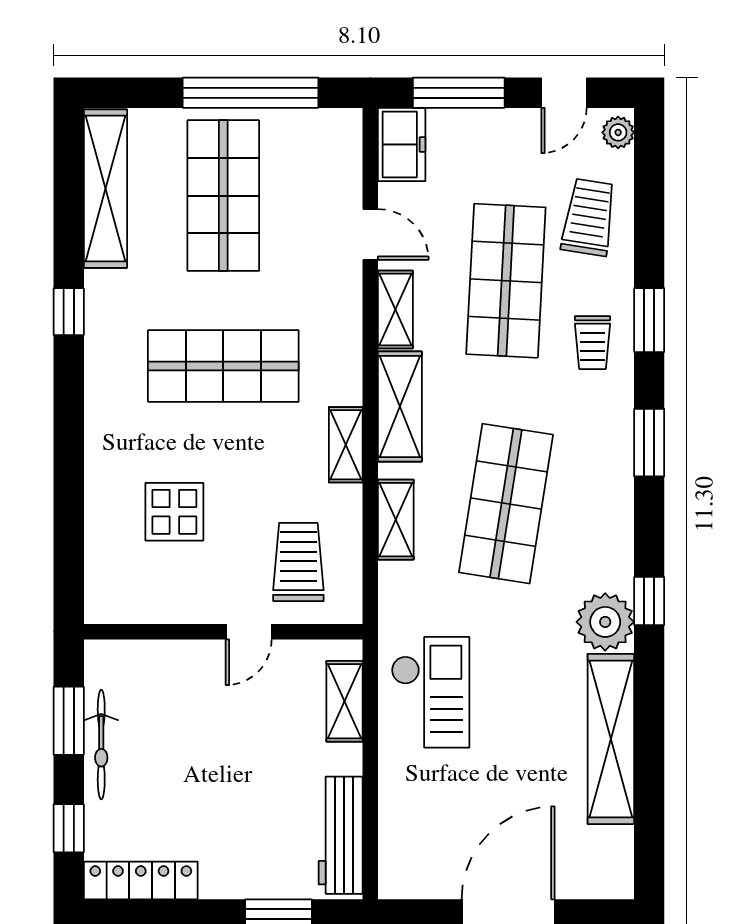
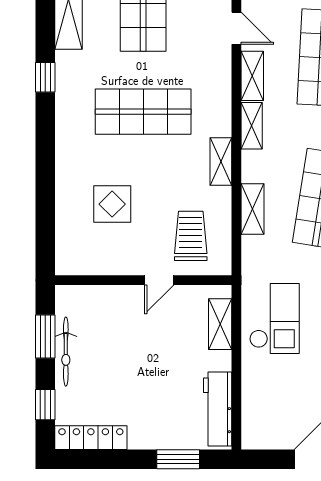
shelving: (400, 407) -> (252, 126), width x0.67, depth x0.75

